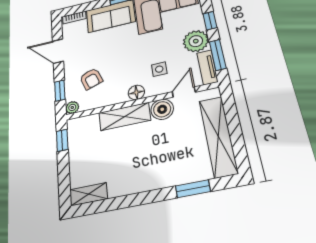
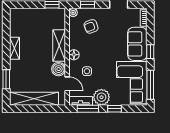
shelving: (89, 194) -> (15, 48), moved

